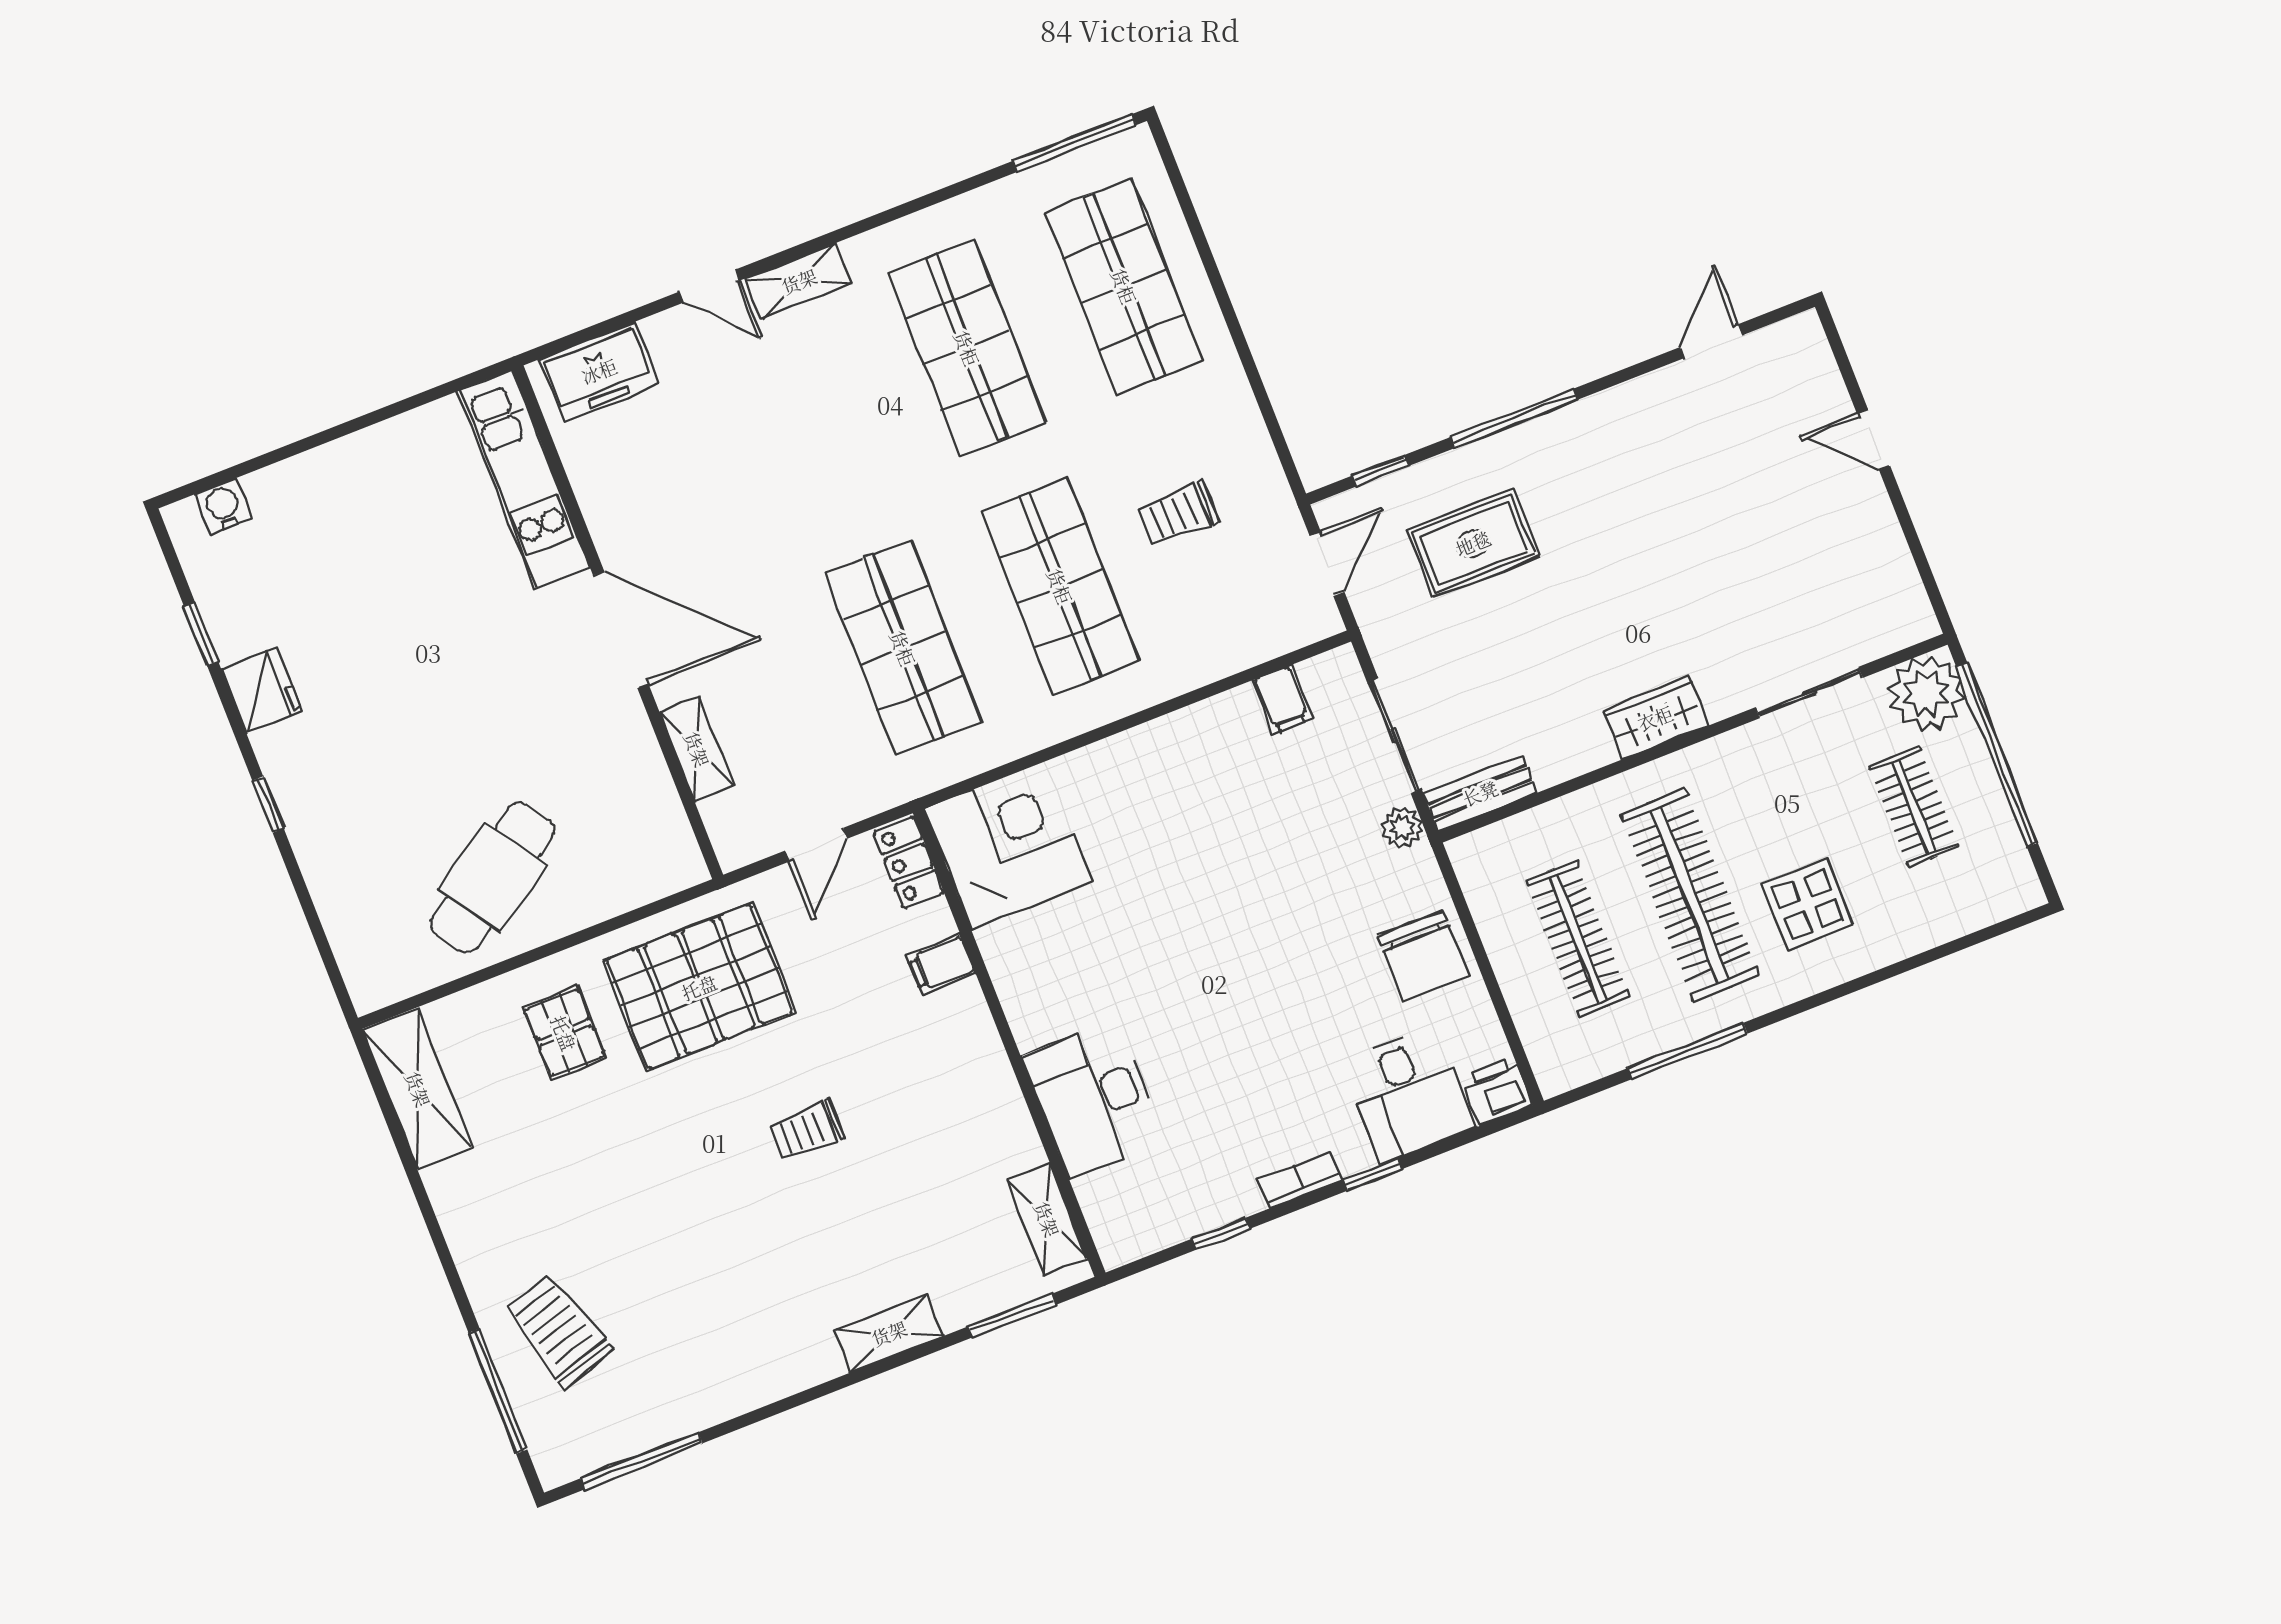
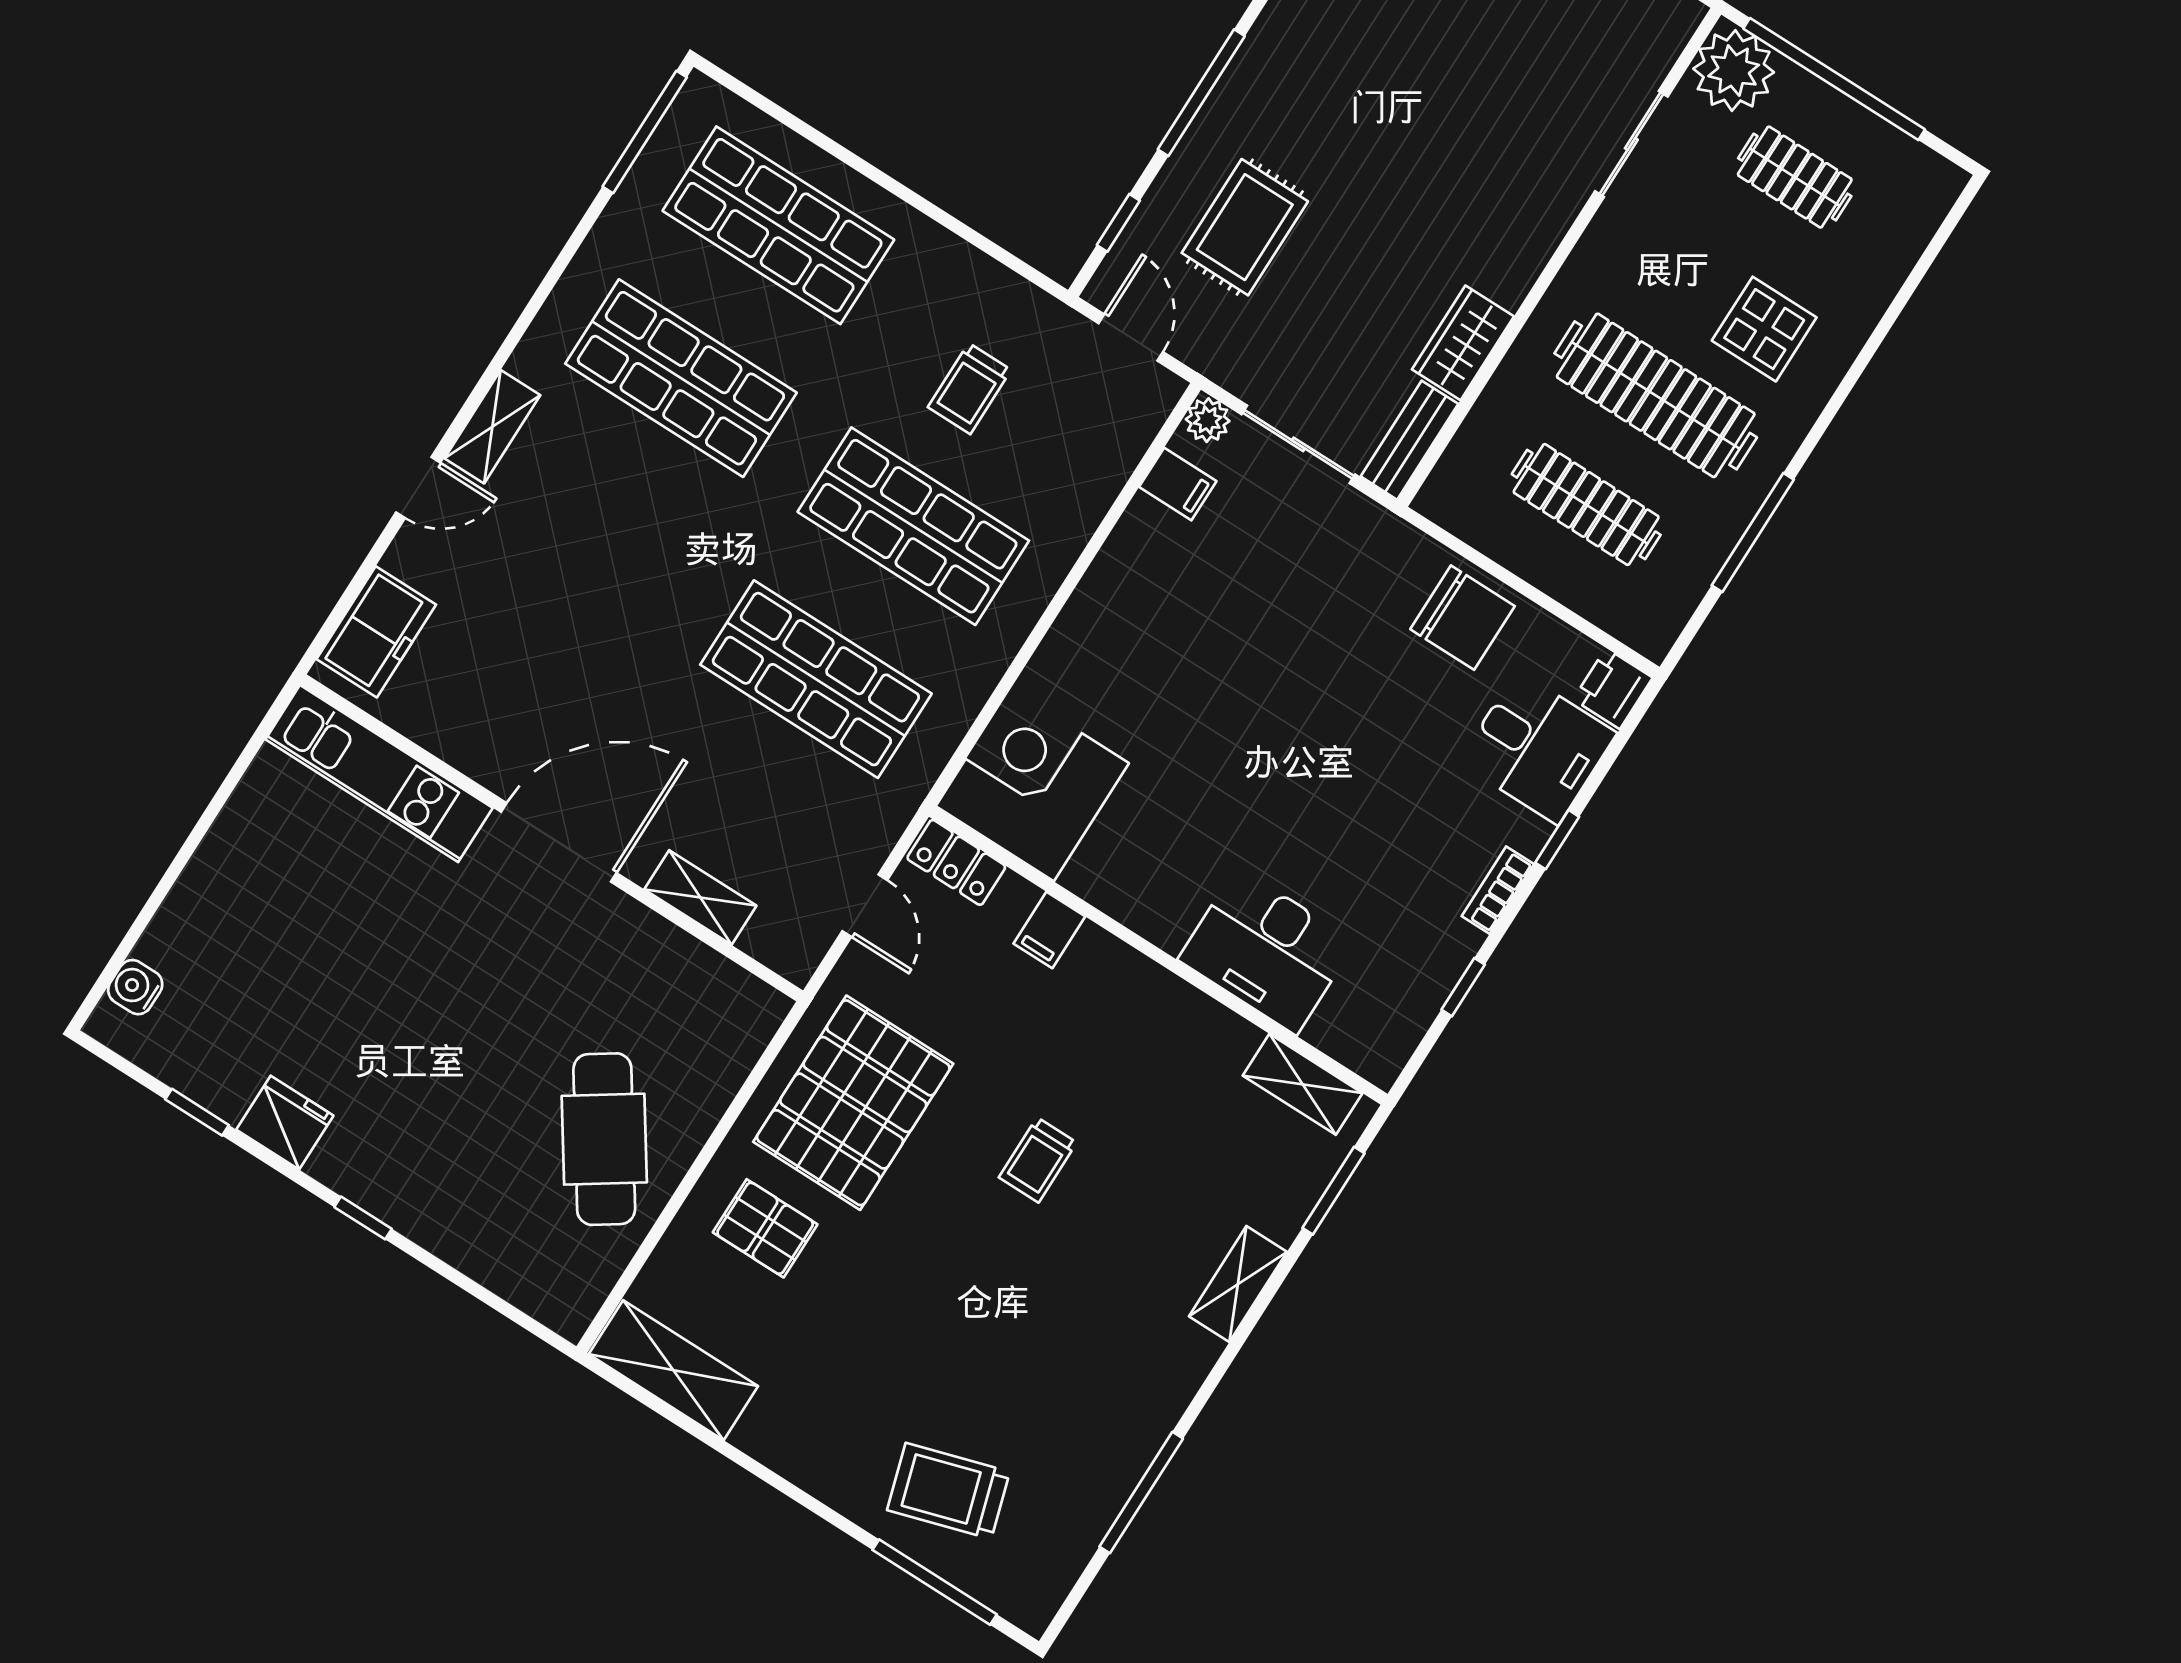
wardrobe: (1655, 718) -> (1463, 343), moved
plant: (1402, 827) -> (1208, 420), moved
window: (641, 1461) -> (1141, 1493), moved

